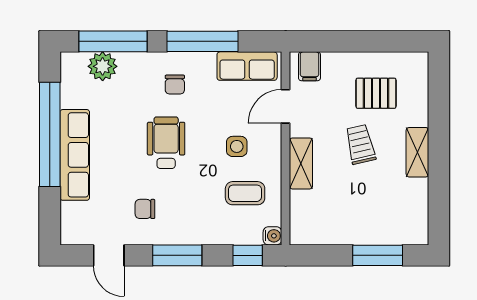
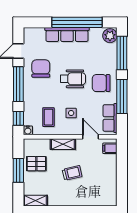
plant: (103, 66) -> (110, 36), moved
chair: (175, 85) -> (101, 83), width x1.87, depth x1.87
pallet: (376, 93) -> (36, 164), moved, turned 90
shelving: (417, 152) -> (35, 201), moved
chair: (145, 209) -> (41, 69), width x1.87, depth x1.87
window: (177, 255) -> (18, 84), width x1.44
window: (378, 255) -> (18, 170), moved

